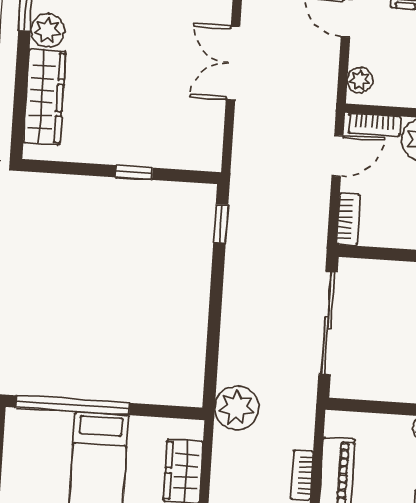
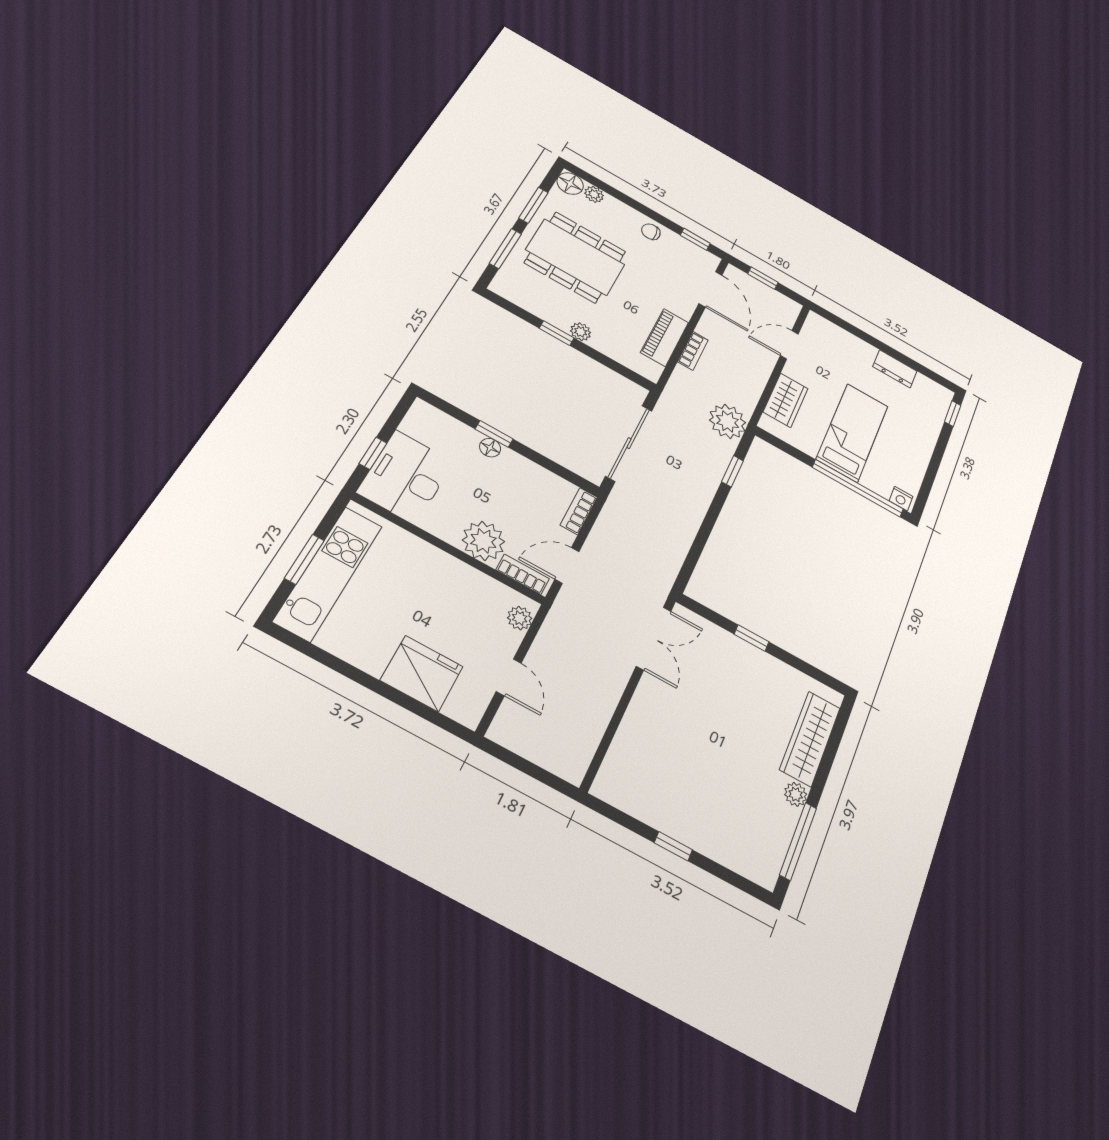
plant: (47, 30) -> (796, 794), width x0.73, depth x0.73
double door: (233, 63) -> (654, 638), moved
window: (221, 224) -> (732, 471), moved
nightstand: (21, 419) -> (901, 499), added

